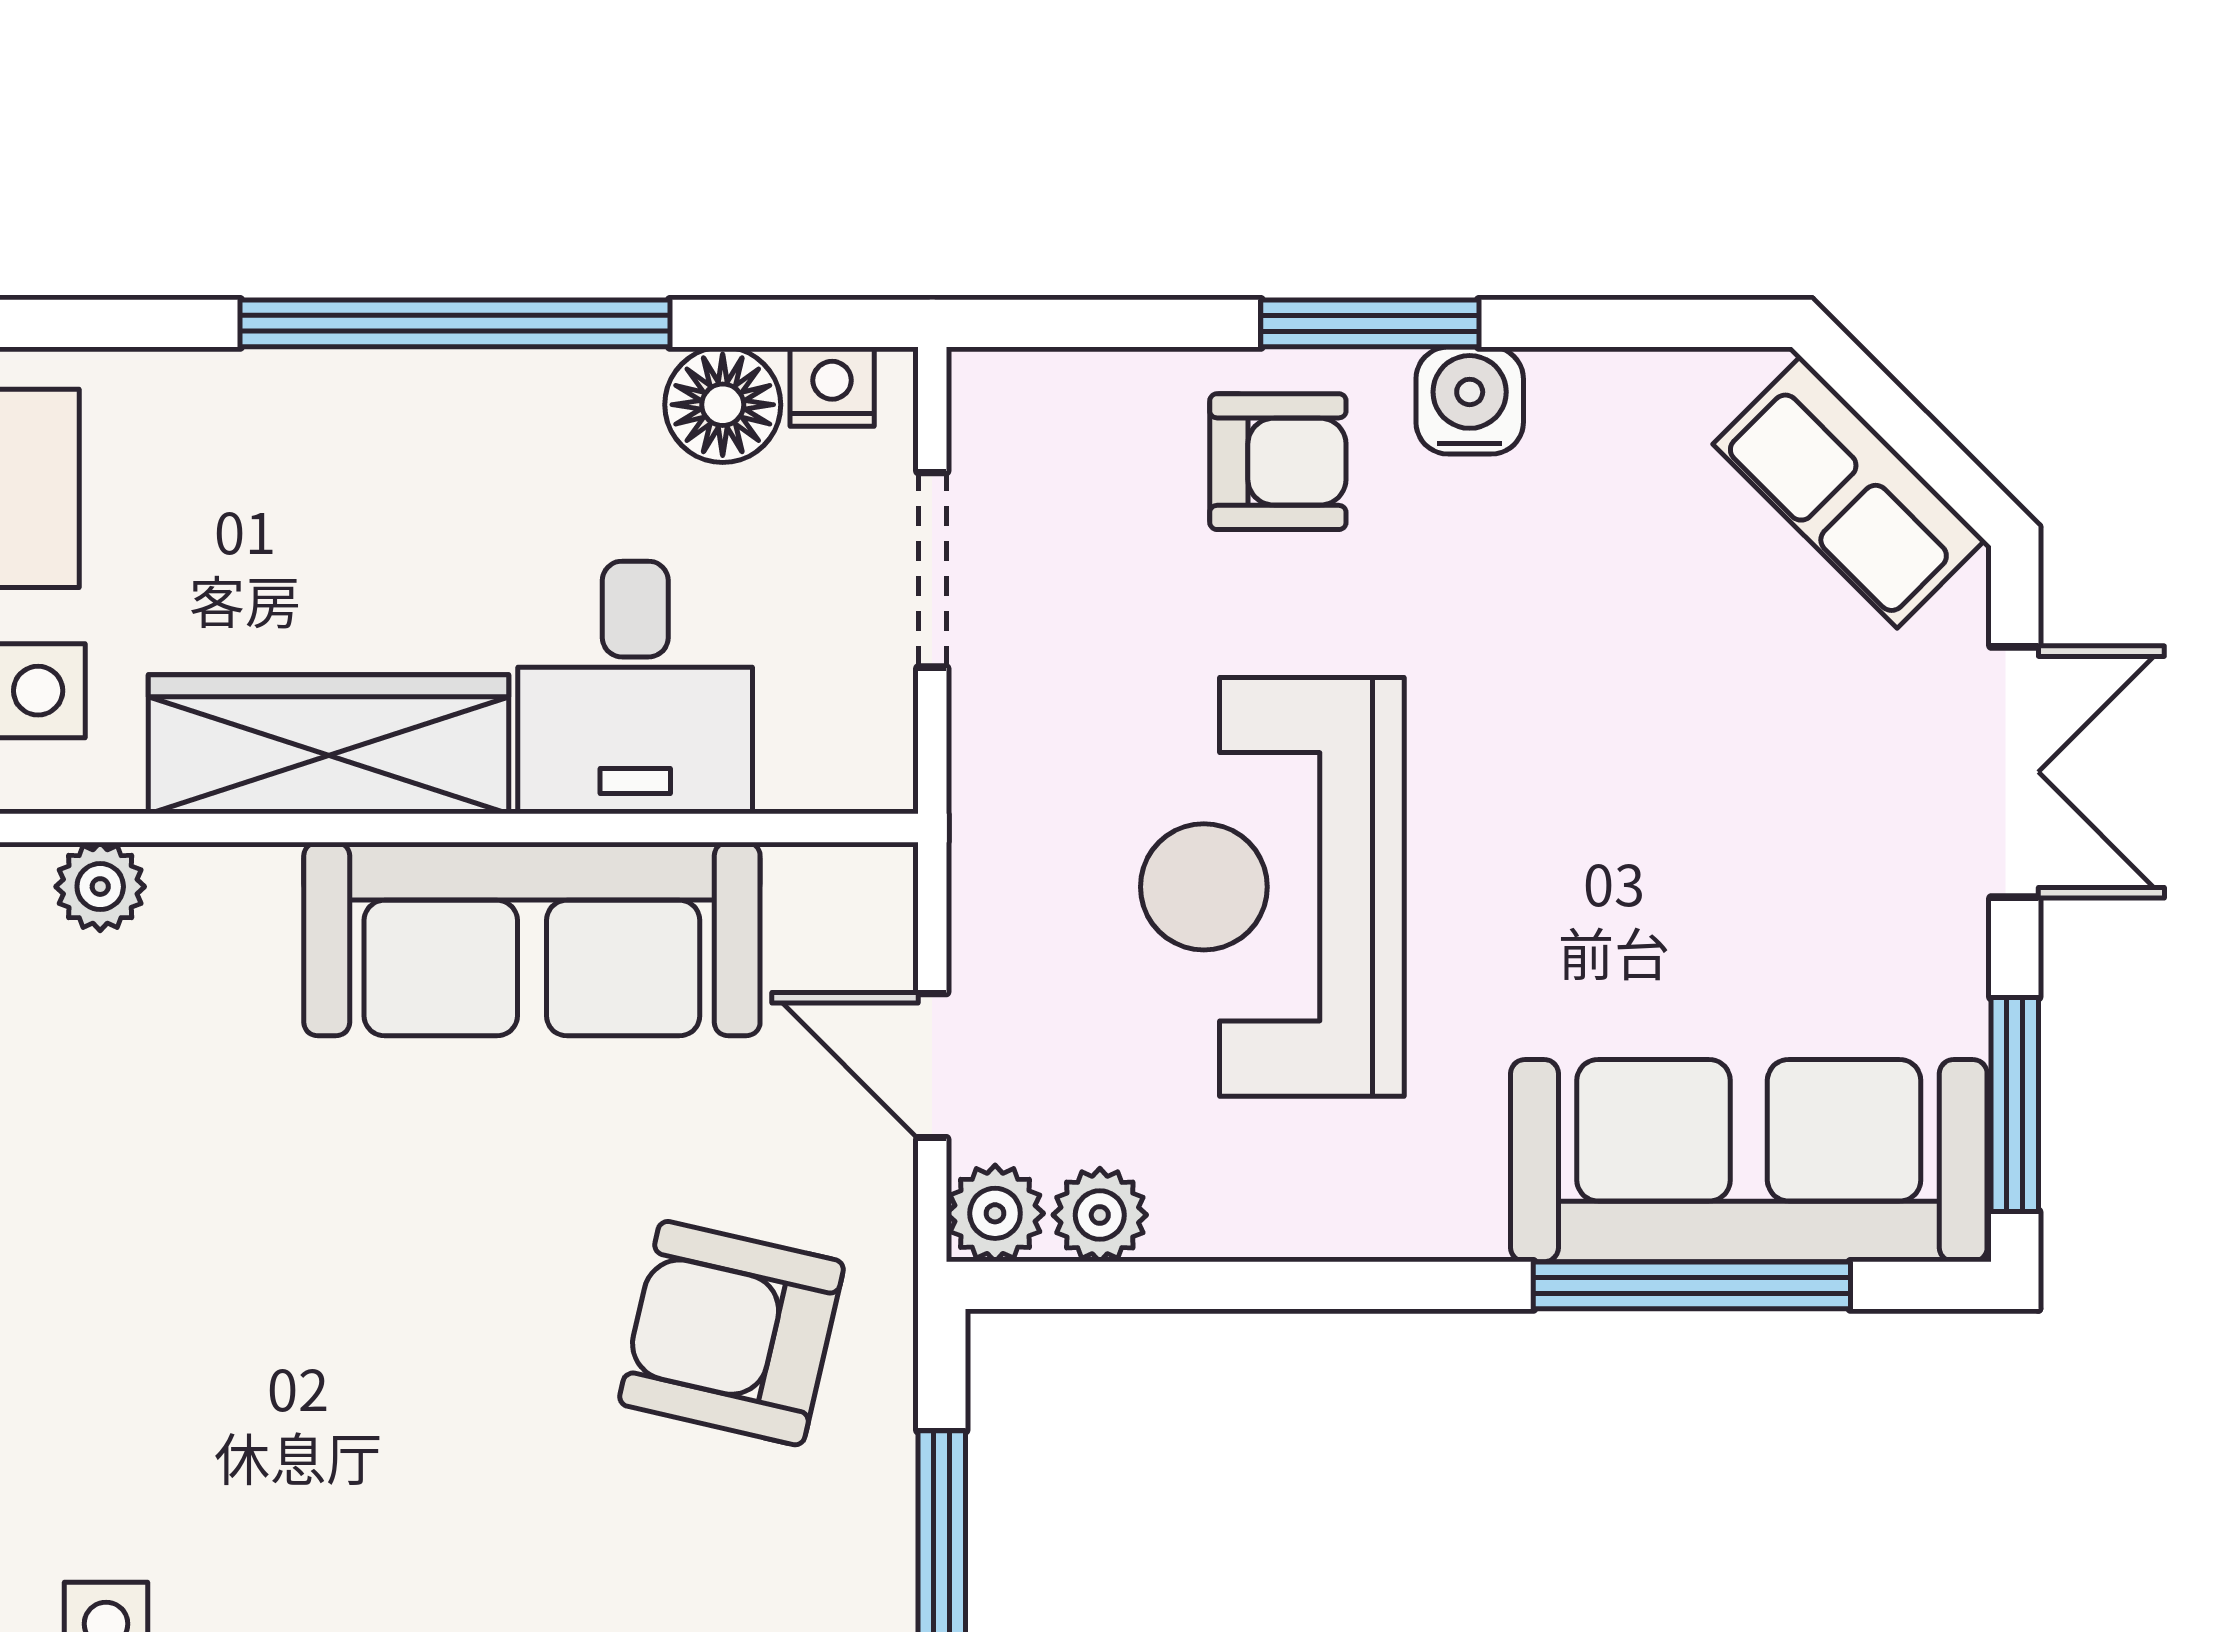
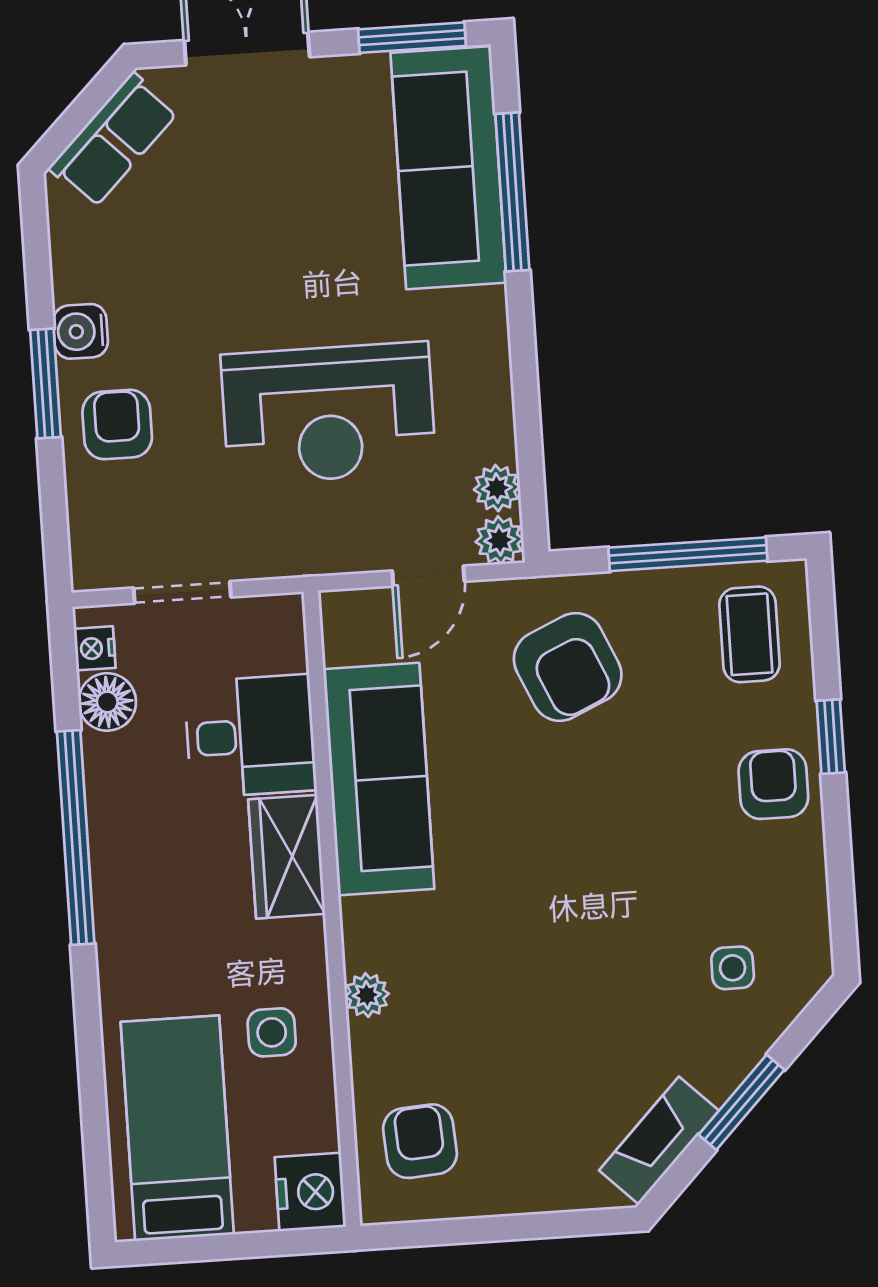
wardrobe: (329, 744) -> (287, 857), width x0.67
armchair: (732, 1333) -> (568, 667), turned -37

